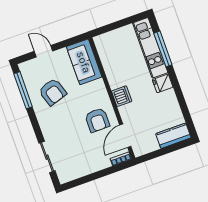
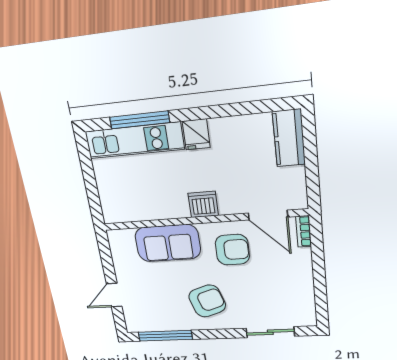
sofa: (84, 62) -> (168, 243), moved
armchair: (53, 92) -> (207, 301), moved

